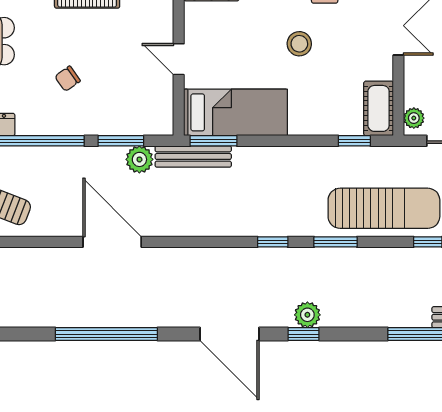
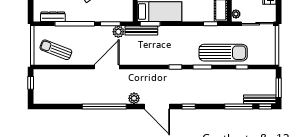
door: (112, 242) -> (107, 67), hinge flipped
plant: (307, 315) -> (134, 98), moved

